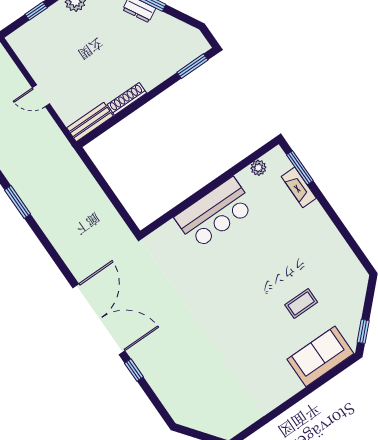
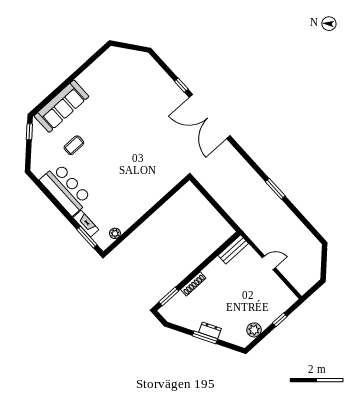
shoe rack: (127, 99) -> (193, 284), moved
bar counter: (215, 213) -> (66, 189), moved, turned 90
sofa: (320, 356) -> (61, 106), width x1.36

